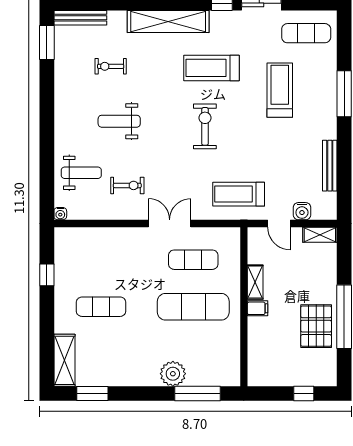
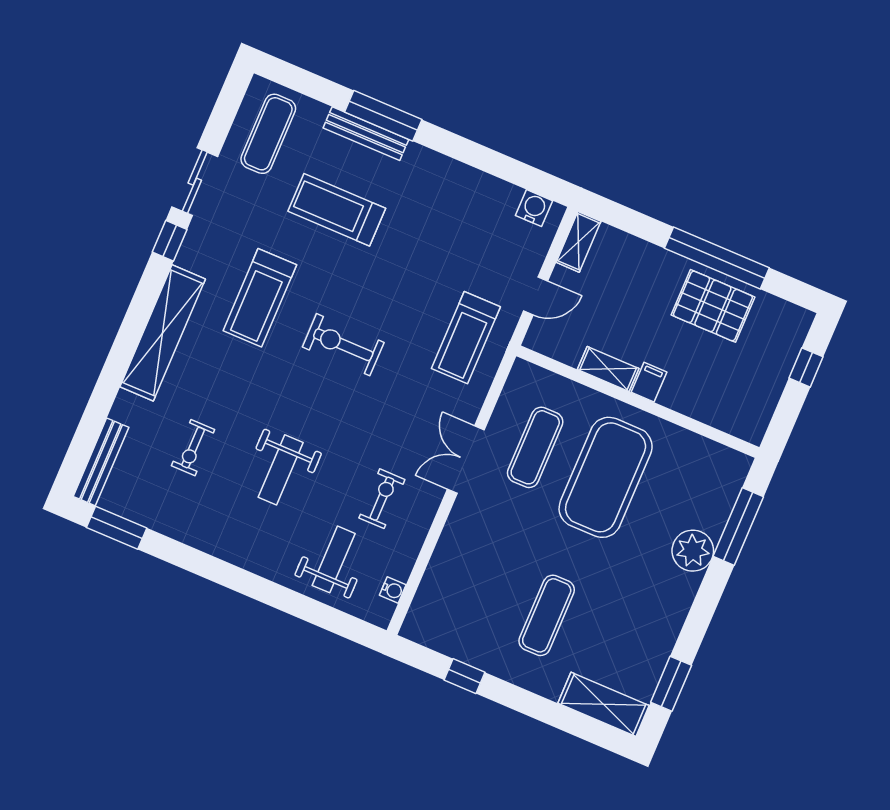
bench: (330, 166) -> (366, 134), moved
water cooler: (302, 211) -> (534, 208), moved, turned -90
water cooler: (60, 214) -> (393, 590), moved
exercise mat: (193, 307) -> (606, 477), width x1.47

